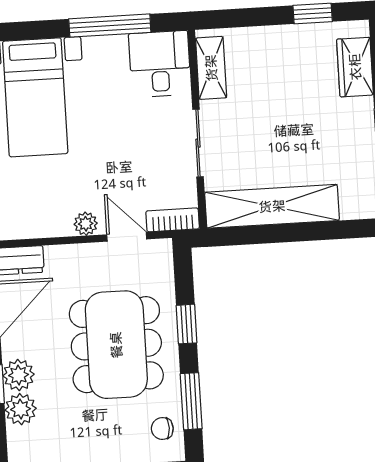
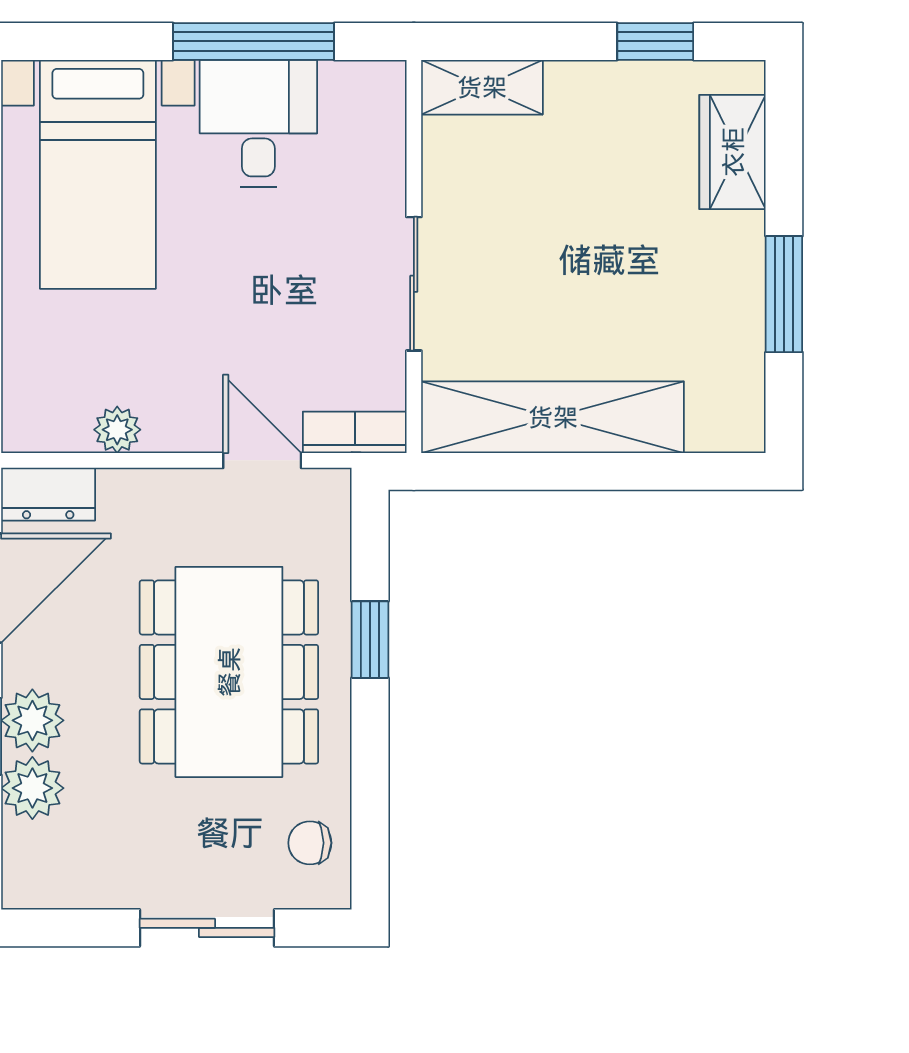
desk: (160, 64) -> (258, 123), moved
shelving: (211, 68) -> (482, 87), moved, turned 90
plant: (86, 224) -> (117, 430), moved
window: (191, 401) -> (370, 792), removed

